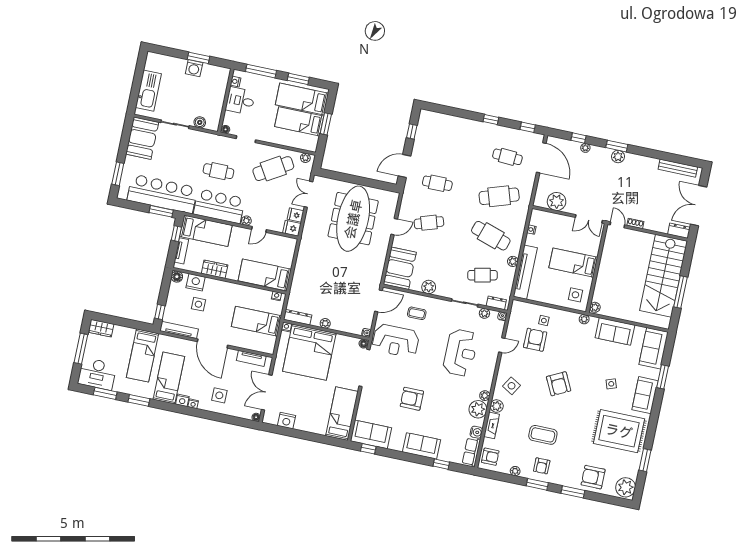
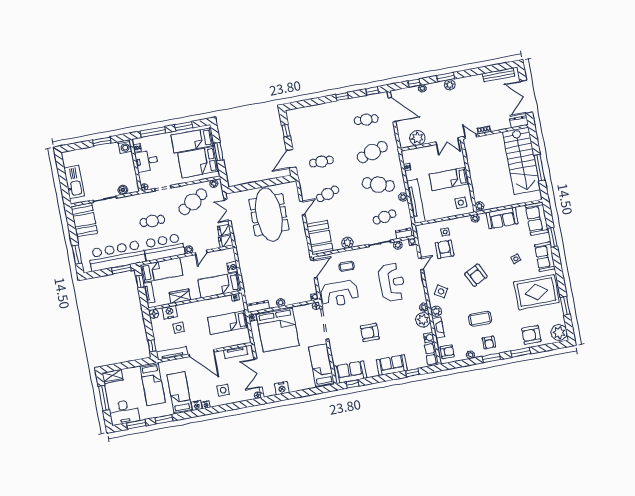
washing machine: (194, 68) -> (125, 146), moved
bed: (299, 121) -> (198, 162), width x1.50
nightstand: (287, 261) -> (232, 267), added

